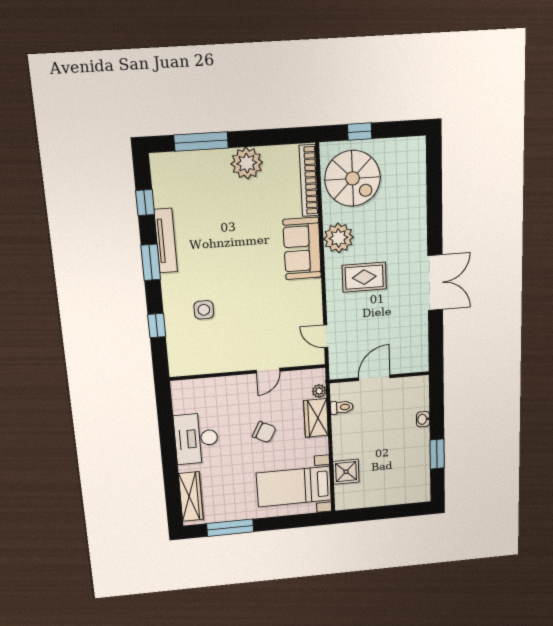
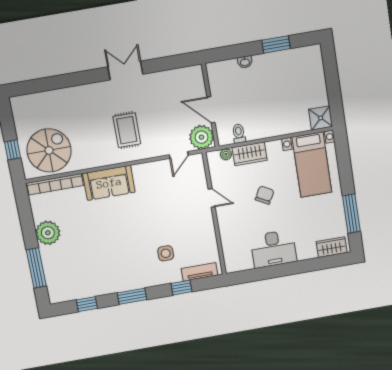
plant: (338, 238) -> (201, 137), moved
tv unit: (166, 241) -> (200, 272), moved, width x0.71
double door: (435, 283) -> (125, 70), width x0.73
shower: (346, 472) -> (321, 118), moved
wardrobe: (191, 497) -> (332, 247), width x0.67

